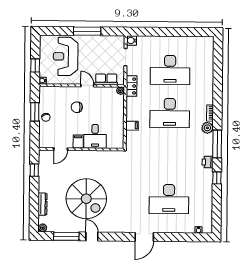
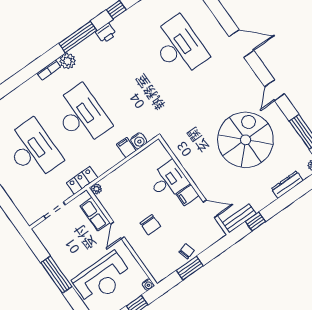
water cooler: (132, 41) -> (139, 141), moved
bench: (43, 162) -> (239, 218), added
door: (92, 236) -> (274, 90), moved

